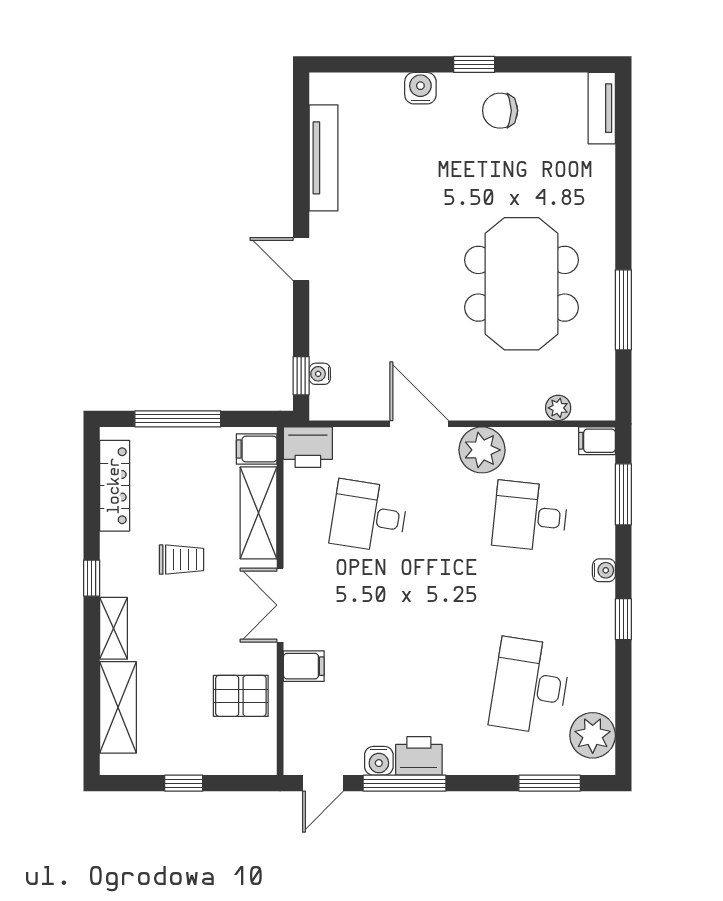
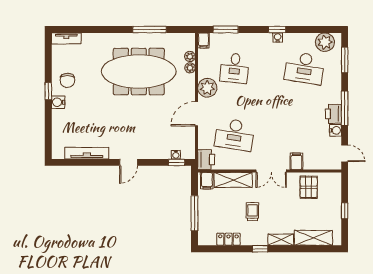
water cooler: (420, 88) -> (58, 102), moved
meeting table: (522, 284) -> (139, 72), width x1.36
plant: (531, 408) -> (190, 68), added
locker: (115, 486) -> (228, 239), width x0.66
desk: (369, 516) -> (235, 134), width x1.37
water cooler: (604, 570) -> (278, 38), moved
window: (405, 783) -> (345, 108), moved

